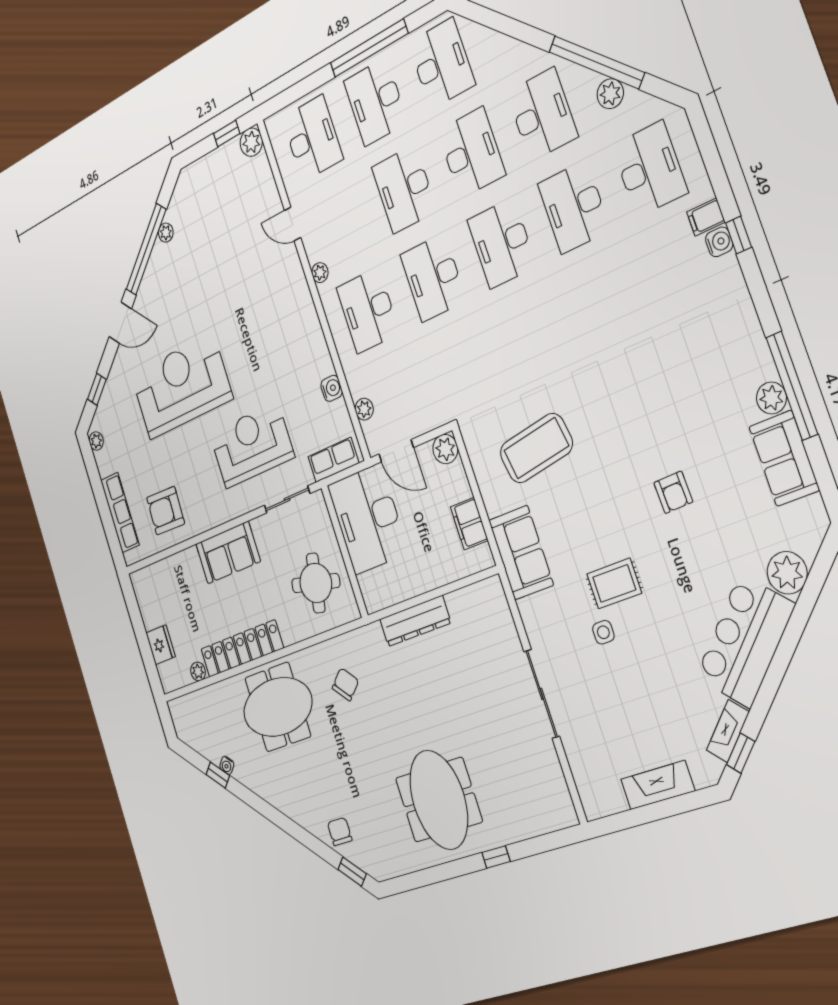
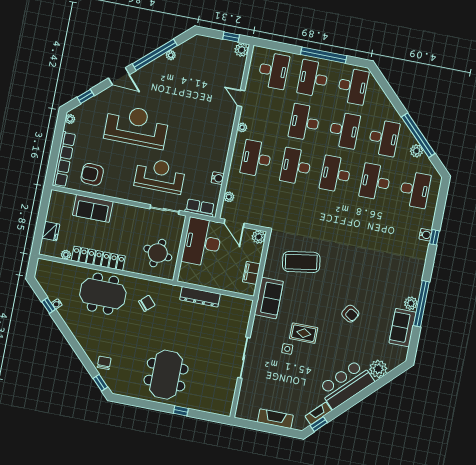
filing cabinet: (706, 217) -> (426, 222), removed
armchair: (673, 492) -> (350, 314), turned -55
row of seats: (120, 513) -> (64, 159), width x1.36
sofa: (228, 553) -> (93, 208), moved

